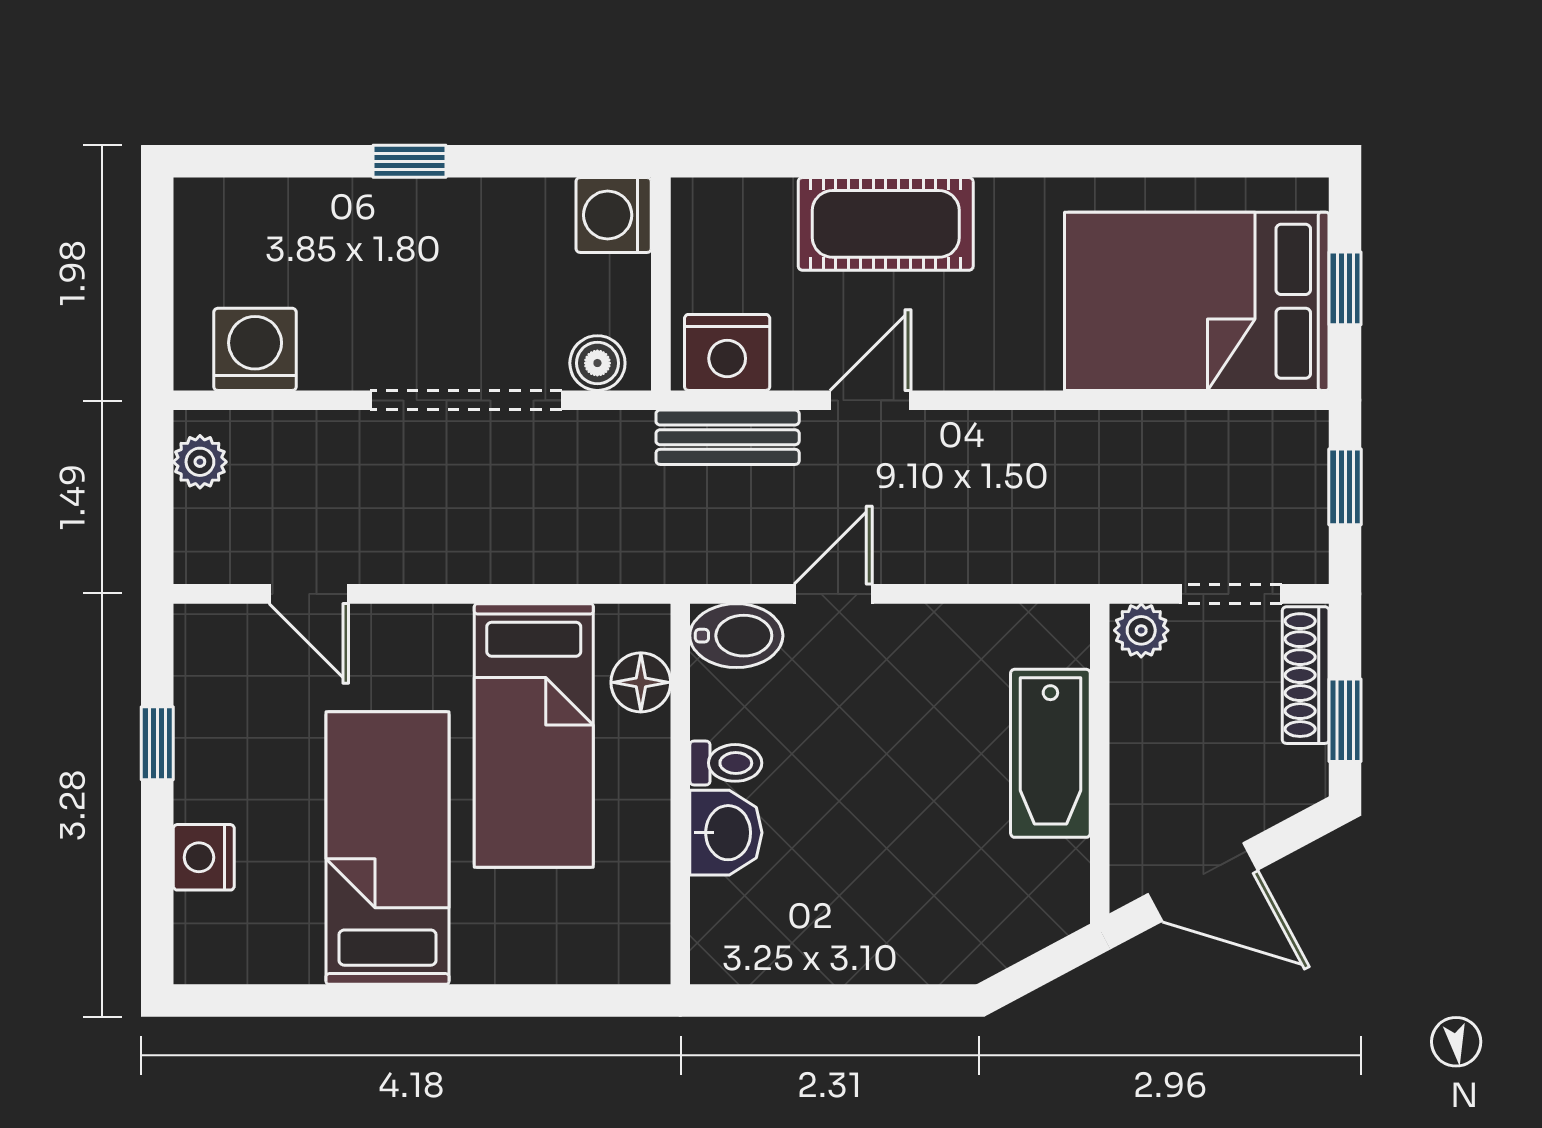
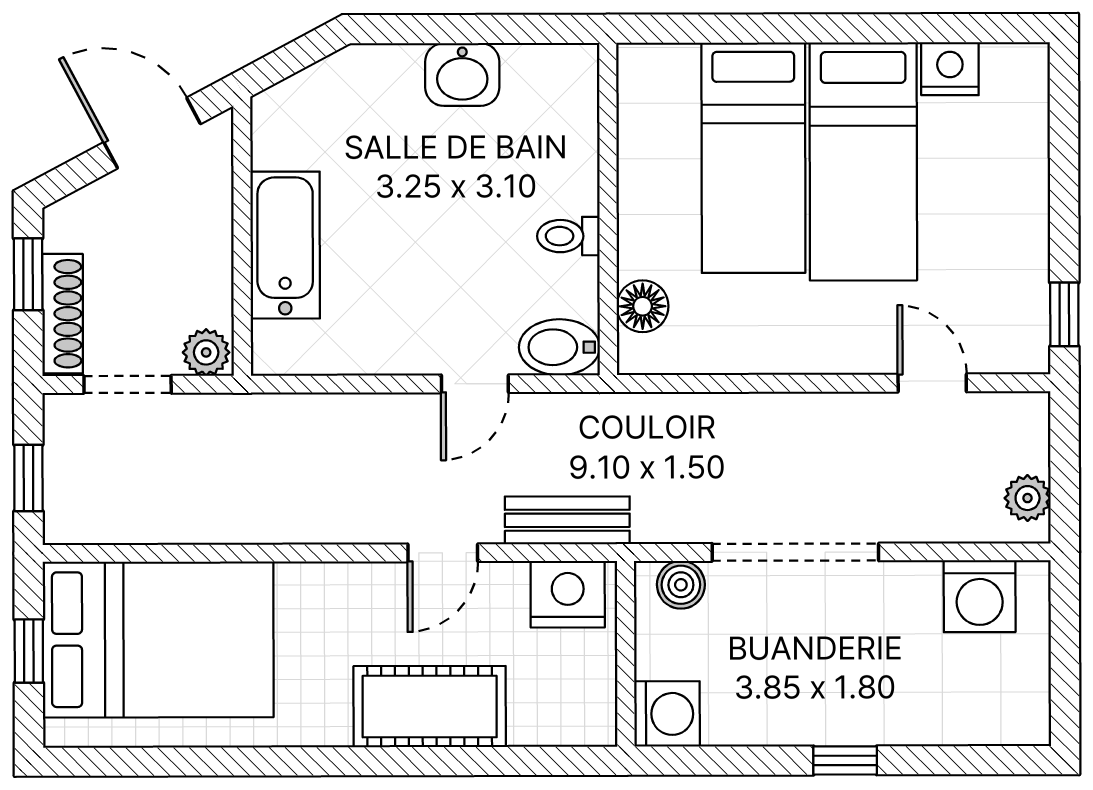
bed: (534, 735) -> (753, 158), moved, turned 180
window: (157, 743) -> (1064, 314), moved
washbasin: (726, 833) -> (462, 75), moved, turned -90
nightstand: (204, 857) -> (950, 69), moved, turned -90

